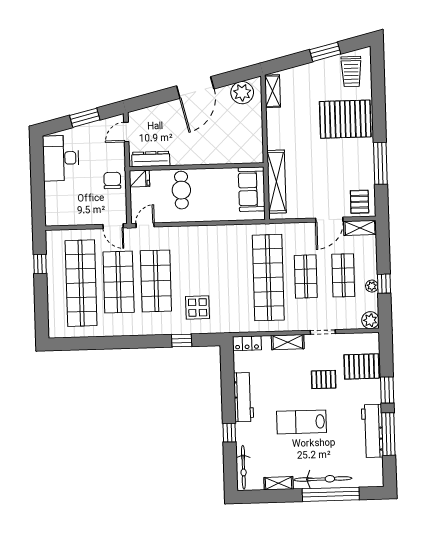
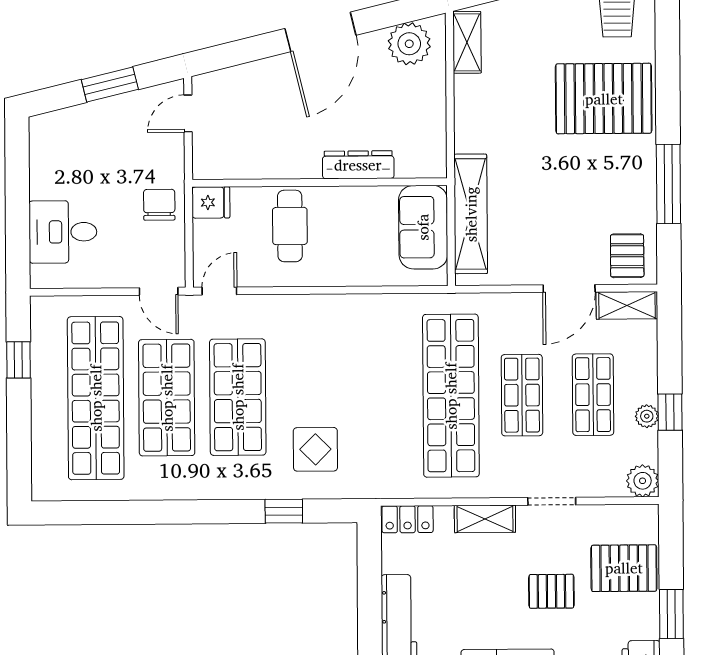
desk: (61, 158) -> (63, 232), moved, width x0.73
dresser: (151, 159) -> (358, 165), moved

